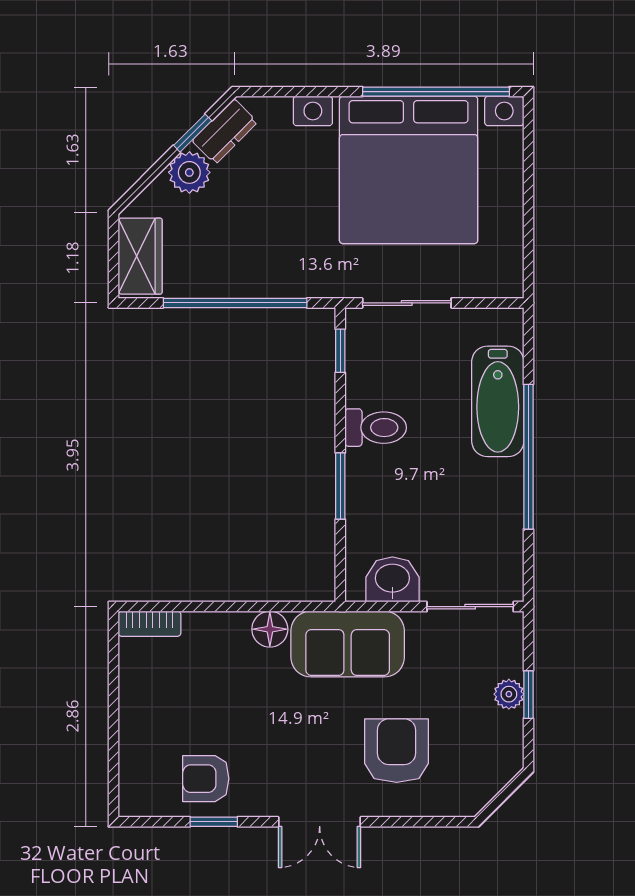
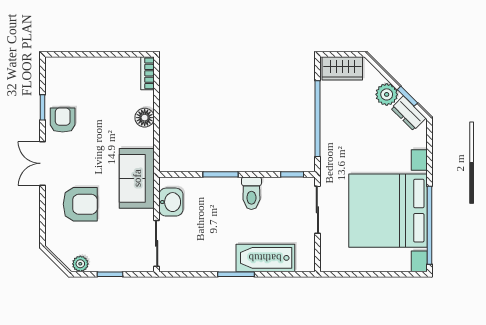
window: (528, 457) -> (236, 274), width x0.47
floor lamp: (270, 629) -> (145, 118), moved
plant: (509, 694) -> (80, 264), moved
armchair: (206, 779) -> (63, 120), moved

